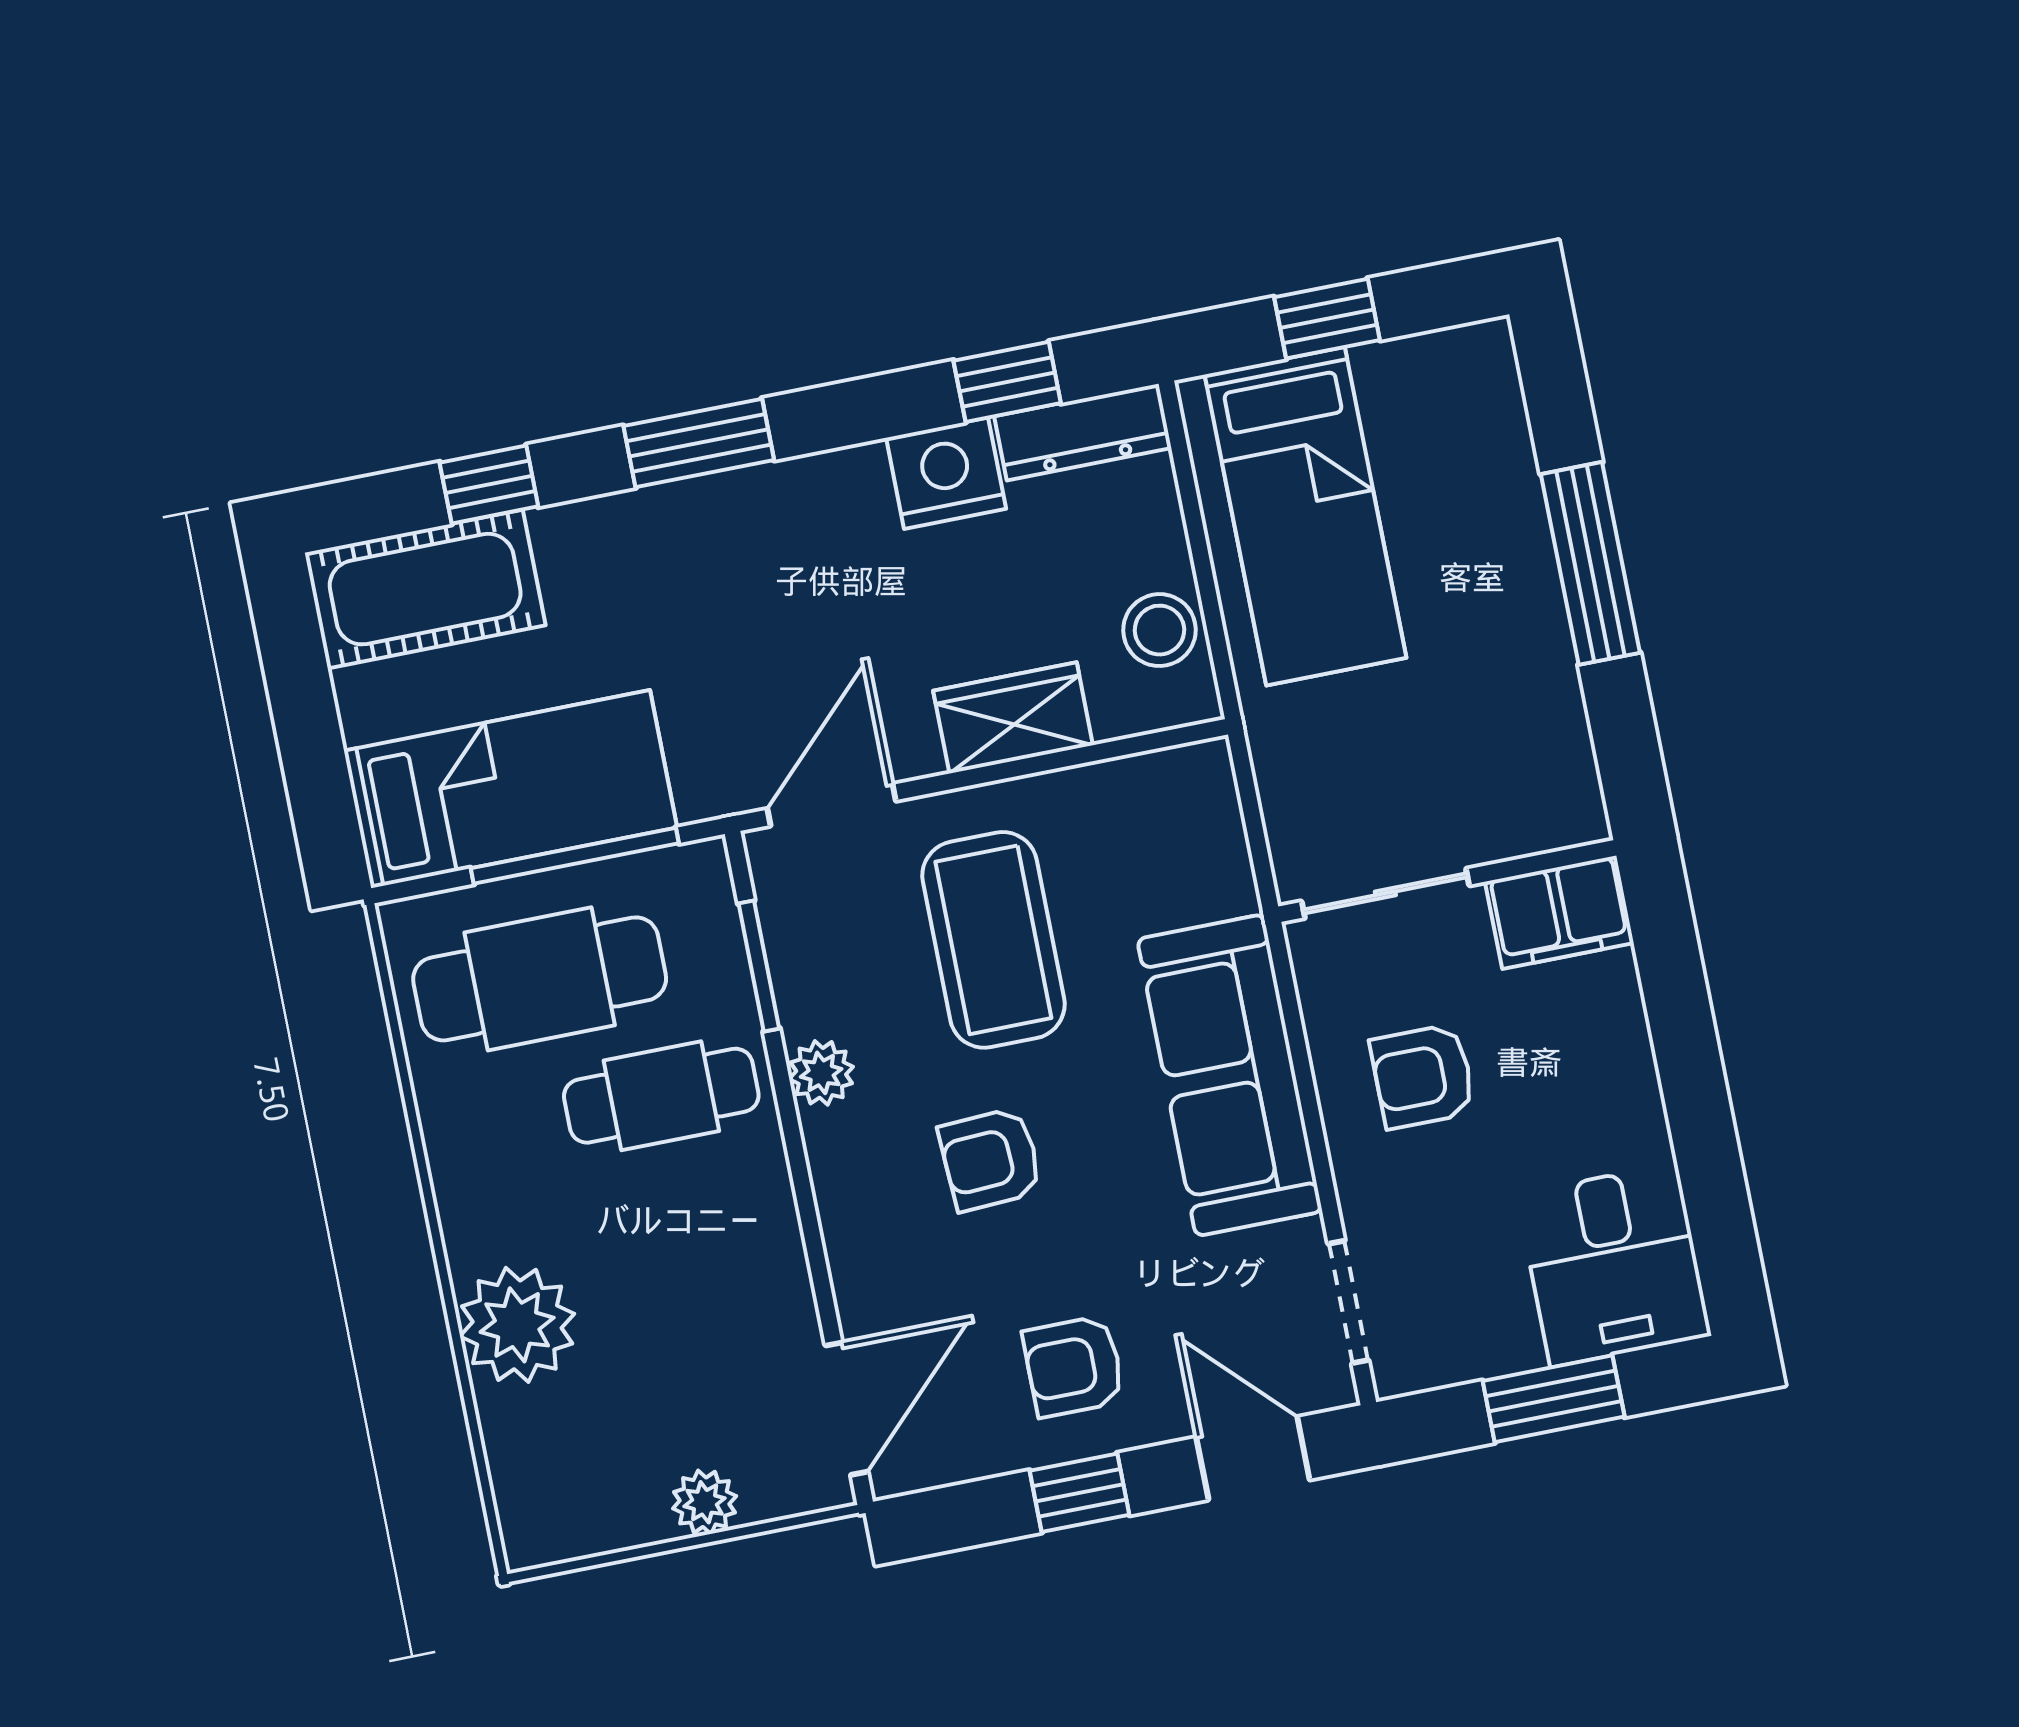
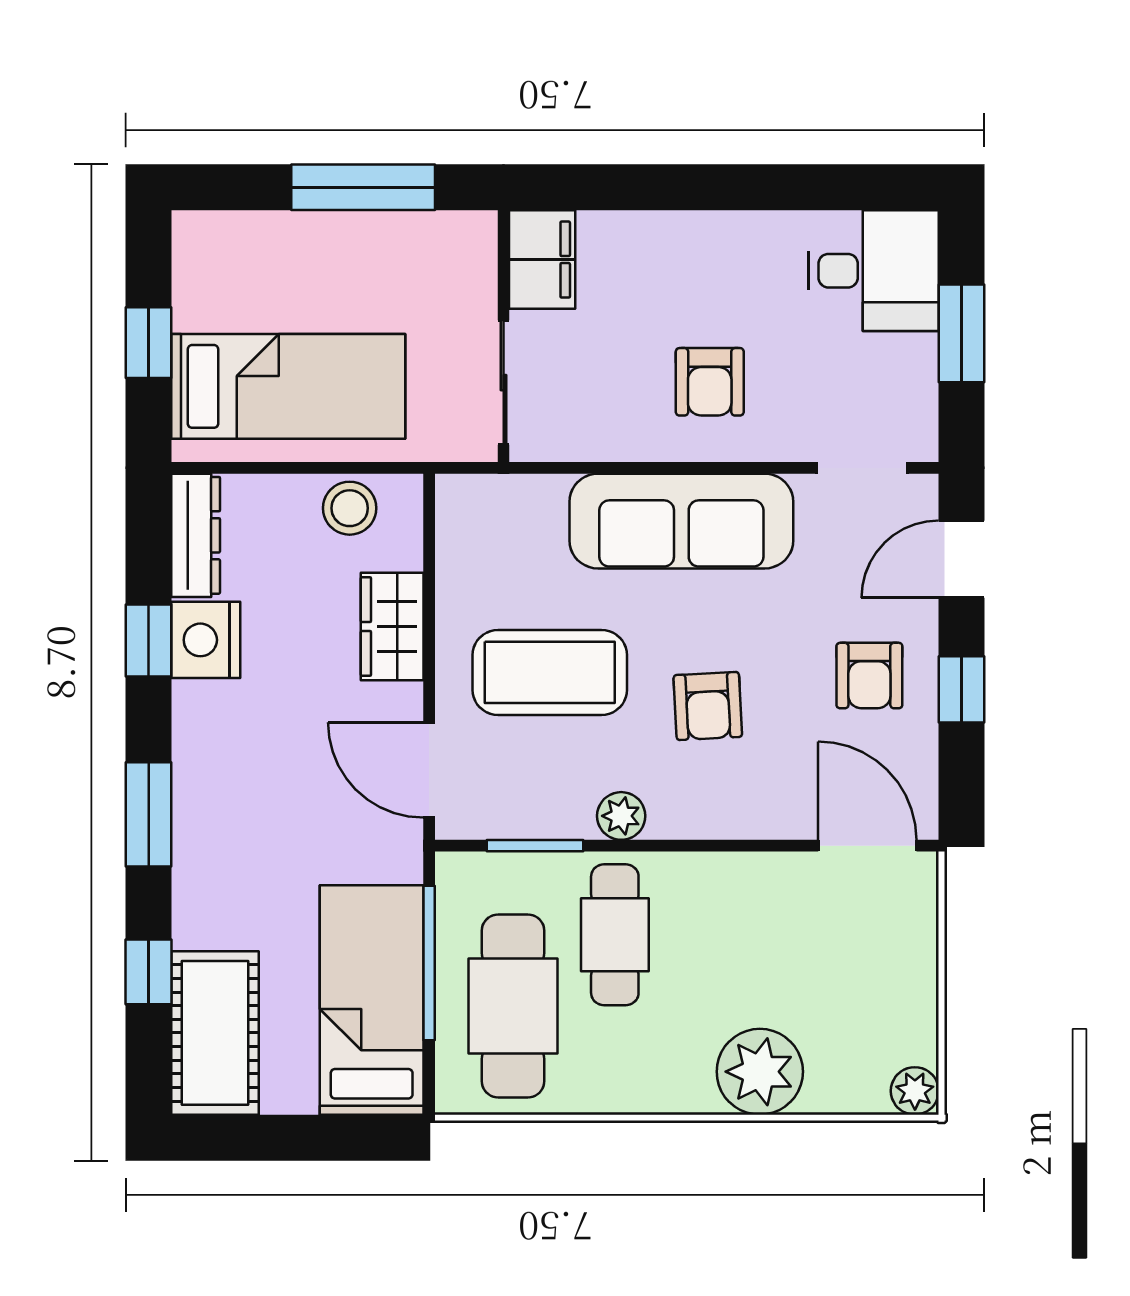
window: (1007, 382) -> (149, 640), moved
wall: (1447, 881) -> (504, 336), moved
sliding door: (1385, 893) -> (504, 383), moved
filing cabinet: (1559, 912) -> (542, 260), moved
plant: (705, 1502) -> (915, 1091), moved

